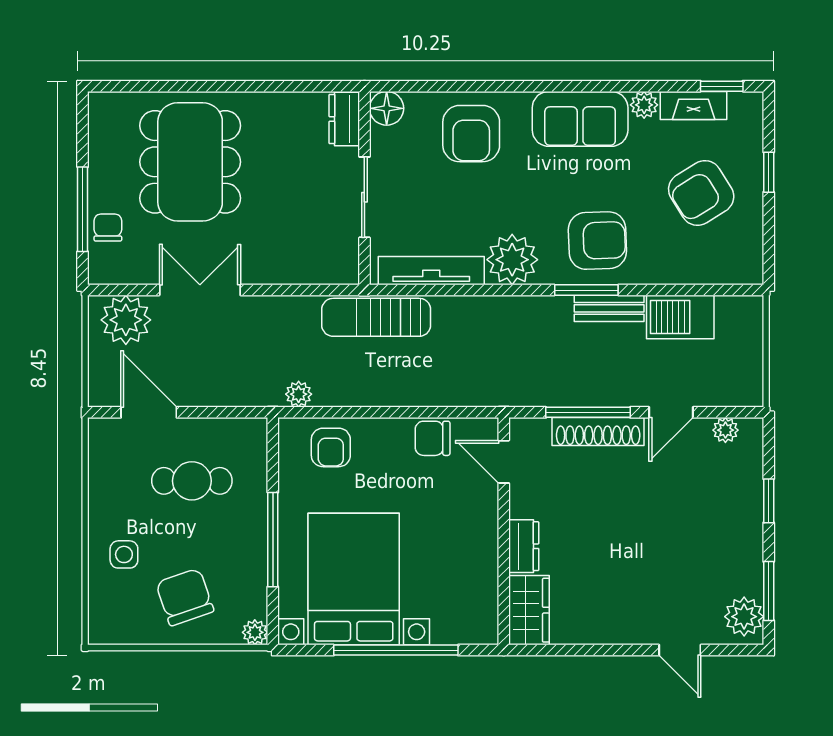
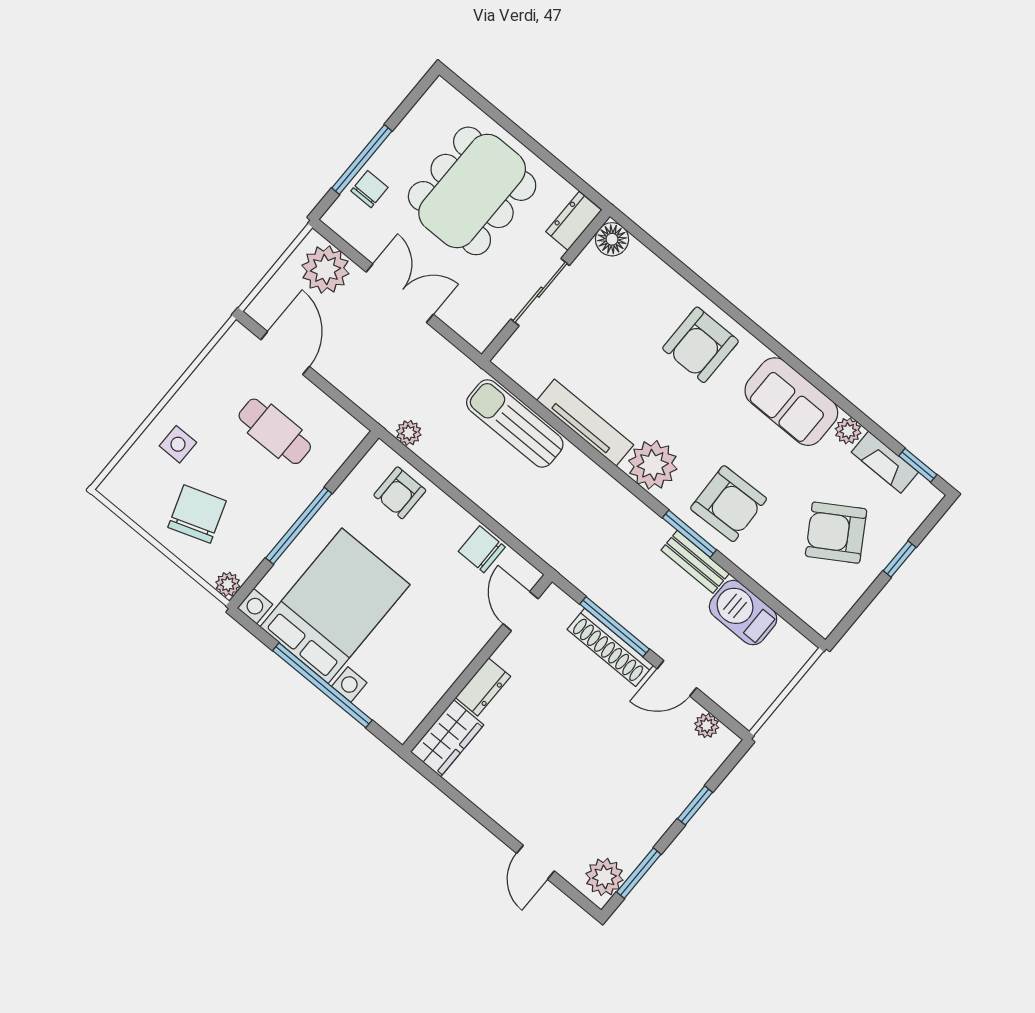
floor lamp: (387, 108) -> (612, 239), moved
dresser: (344, 119) -> (574, 221), moved
wall: (364, 188) -> (546, 285), moved
sliding door: (364, 197) -> (540, 292), moved

